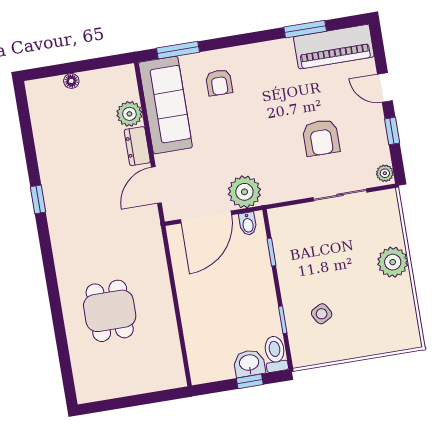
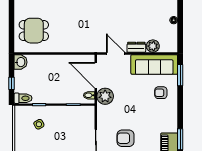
dining table: (110, 311) -> (34, 31), moved
washbasin: (249, 363) -> (20, 62), moved

